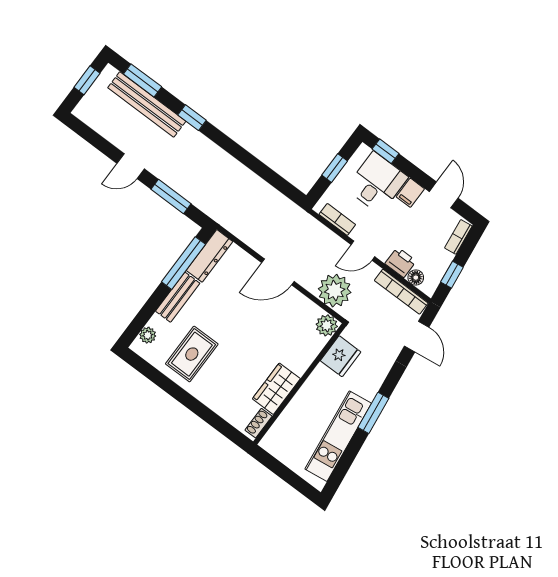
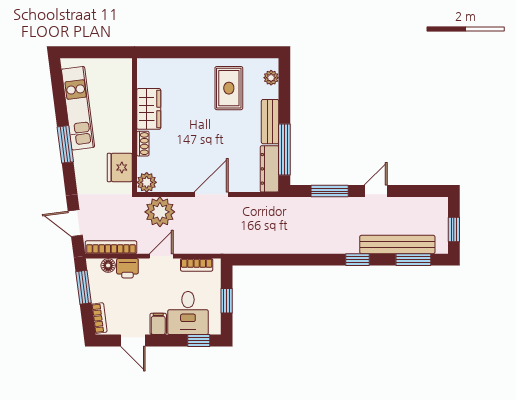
window: (452, 275) -> (83, 287), width x1.50
shoe rack: (259, 423) -> (143, 144), moved

